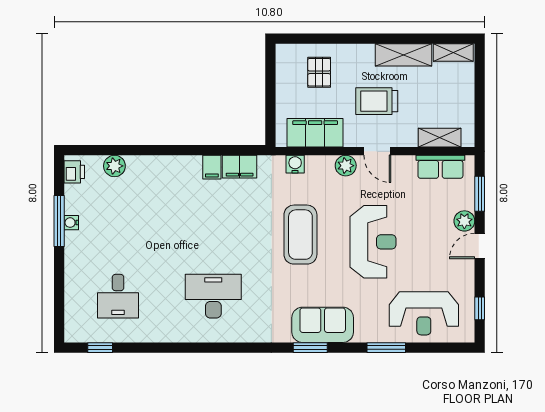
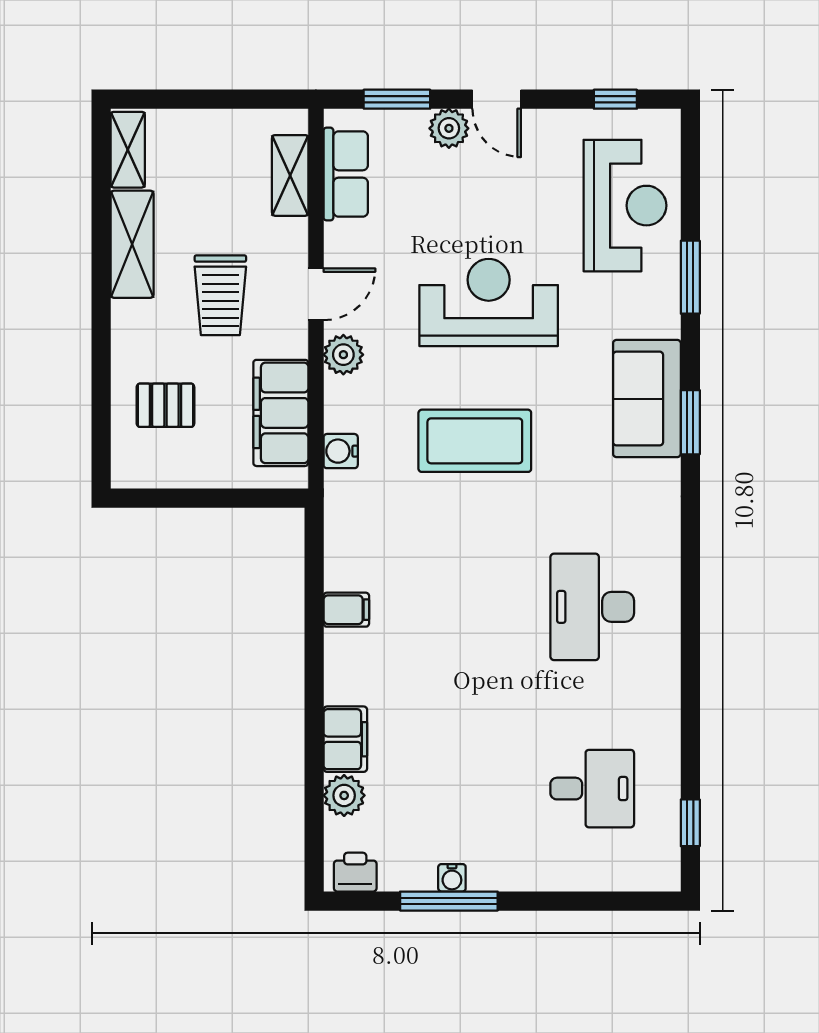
filing cabinet: (240, 167) -> (345, 739), moved

